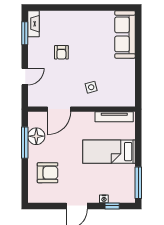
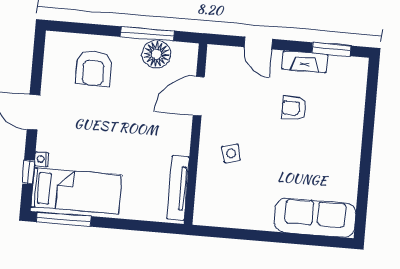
fireplace: (33, 24) -> (305, 62), moved
door: (59, 109) -> (199, 96), hinge flipped
bed: (109, 152) -> (76, 191), moved, turned 90

